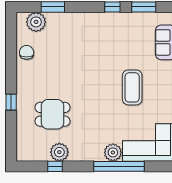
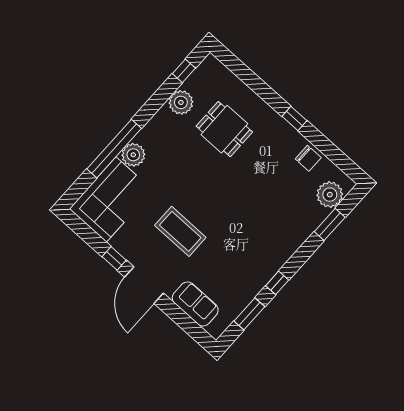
window: (11, 102) -> (294, 119), moved
dining table: (52, 114) -> (224, 129), turned 90
window: (55, 166) -> (184, 71), moved

